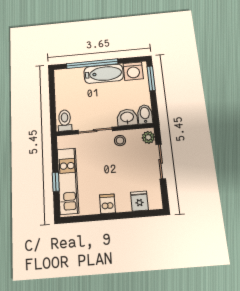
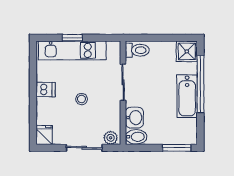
washing machine: (133, 71) -> (187, 129), removed
shower: (64, 78) -> (187, 51), added
stool: (120, 141) -> (82, 99), moved
fridge: (139, 201) -> (44, 135), moved, turned -90

